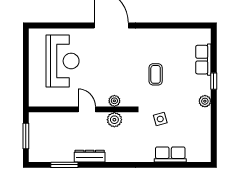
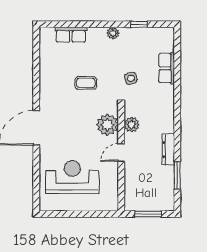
window: (214, 81) -> (139, 24), moved
plant: (114, 101) -> (107, 125), width x1.88, depth x1.88

